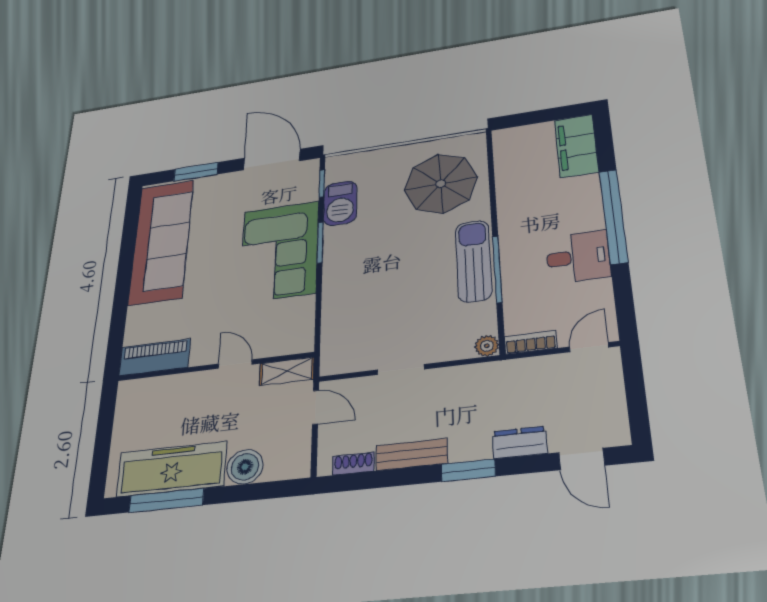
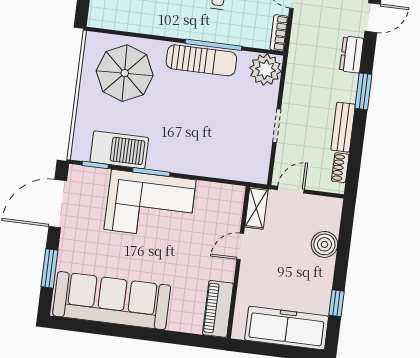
barbecue: (340, 203) -> (119, 150), width x1.37, depth x1.21
sun lounger: (473, 261) -> (201, 60), turned 180
plant: (487, 346) -> (265, 70), width x1.88, depth x1.88
freezer: (172, 469) -> (287, 328), moved, turned 90
window: (166, 500) -> (337, 303), width x0.46

